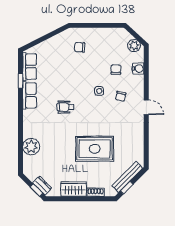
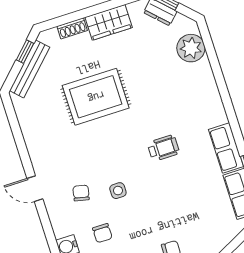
plant: (31, 147) -> (191, 48), moved

